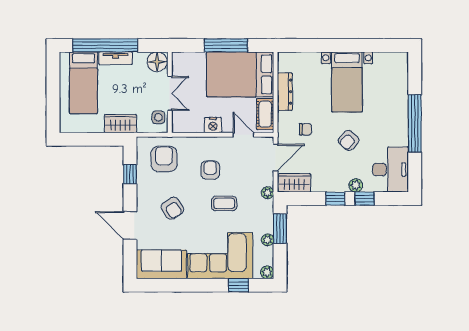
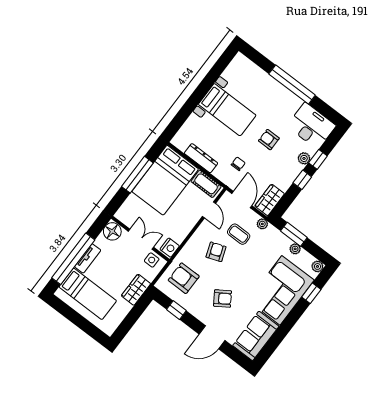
nightstand: (213, 125) -> (170, 248), moved
door: (243, 135) -> (209, 210), swing flipped
armchair: (349, 140) -> (269, 140), turned 139
armchair: (210, 170) -> (216, 252), turned 70
coffee table: (224, 203) -> (239, 234), moved, turned 90

